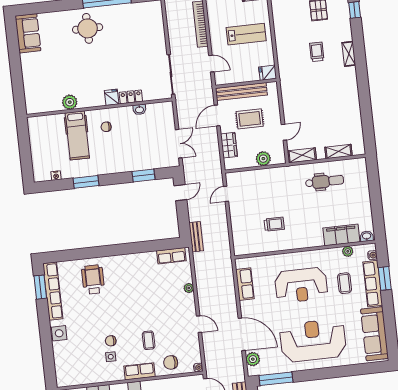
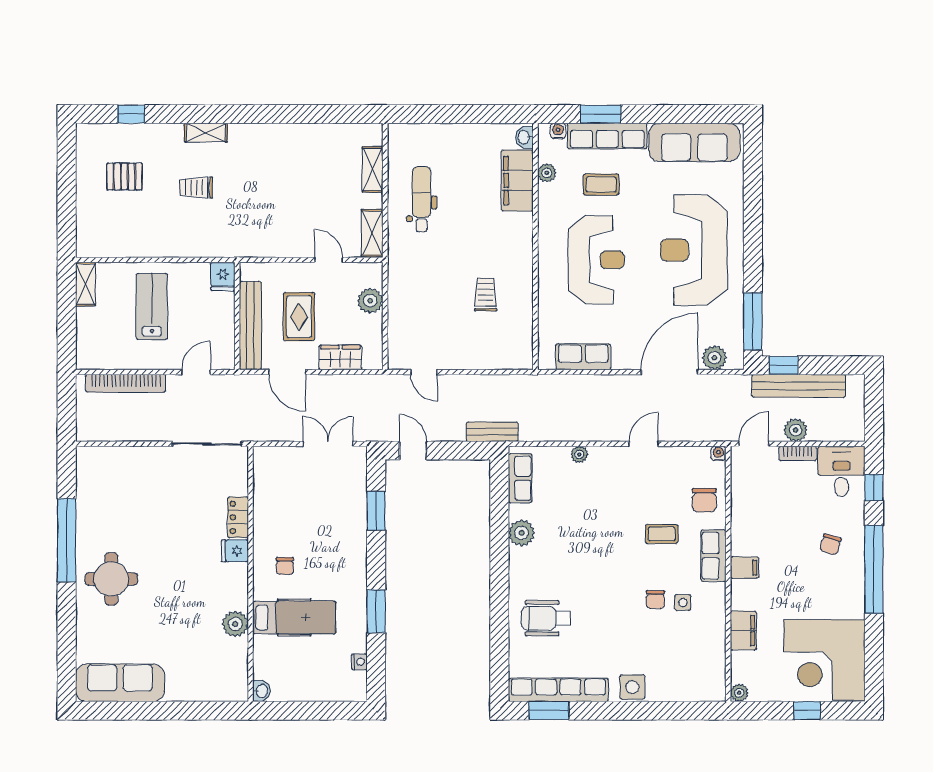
sofa: (28, 33) -> (120, 683), width x1.36
washbasin: (139, 109) -> (261, 691), moved
plant: (140, 260) -> (522, 533), added

